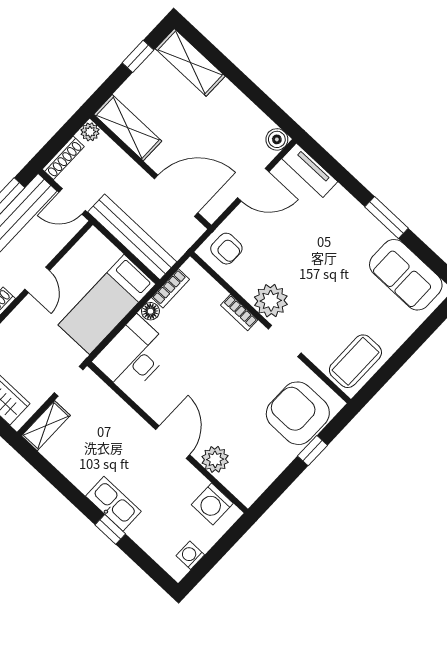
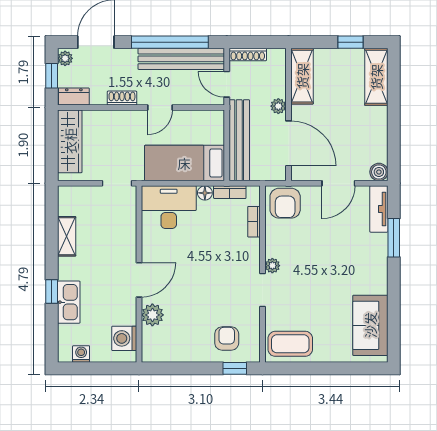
plant: (90, 132) -> (278, 106), moved
door: (253, 185) -> (338, 183), hinge flipped
window: (386, 217) -> (394, 238), moved
armchair: (226, 249) -> (285, 203), width x1.38, depth x1.38
plant: (271, 301) -> (272, 266), width x0.53, depth x0.53
bookcase: (239, 313) -> (254, 222), moved
armchair: (298, 413) -> (227, 339), width x0.53, depth x0.53
shelving: (46, 426) -> (67, 236), moved, turned 90
window: (312, 451) -> (235, 368), moved
kitchen sink: (113, 504) -> (69, 302), moved

